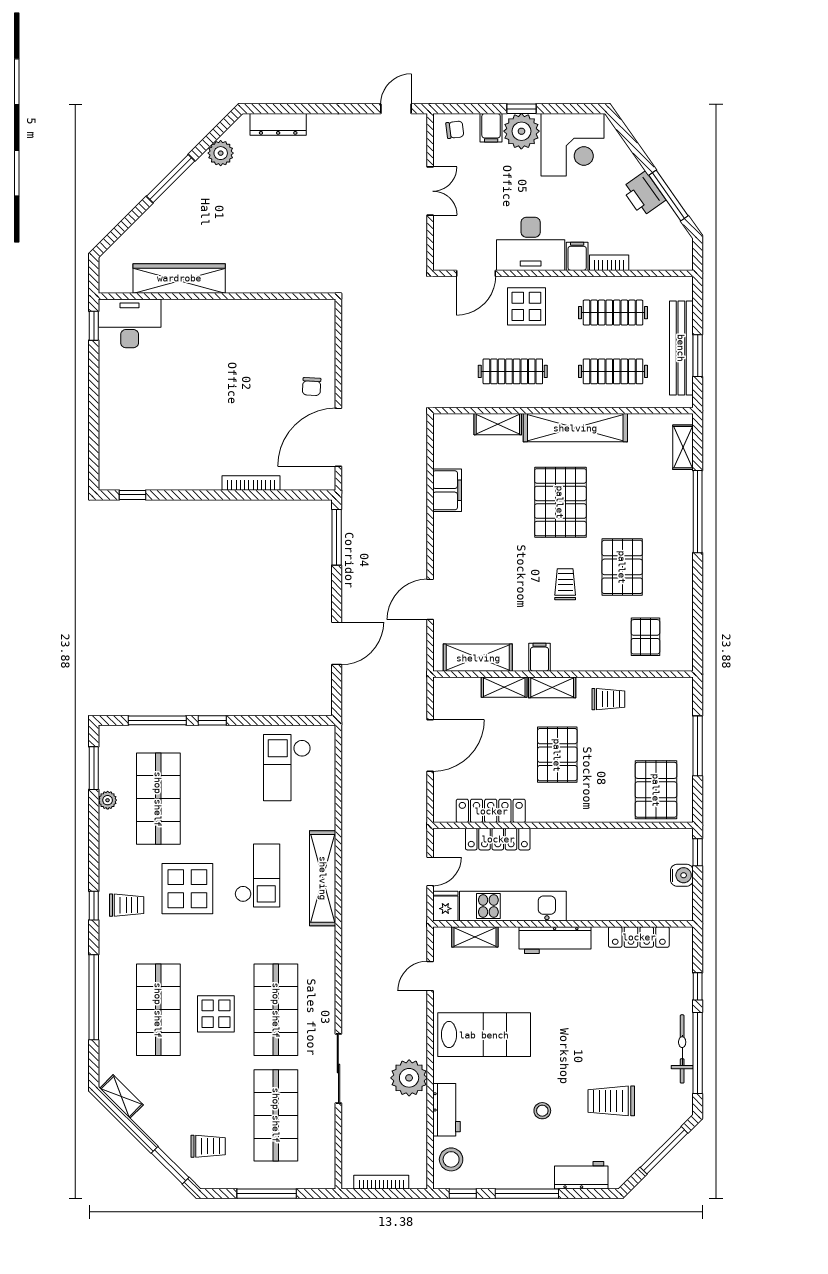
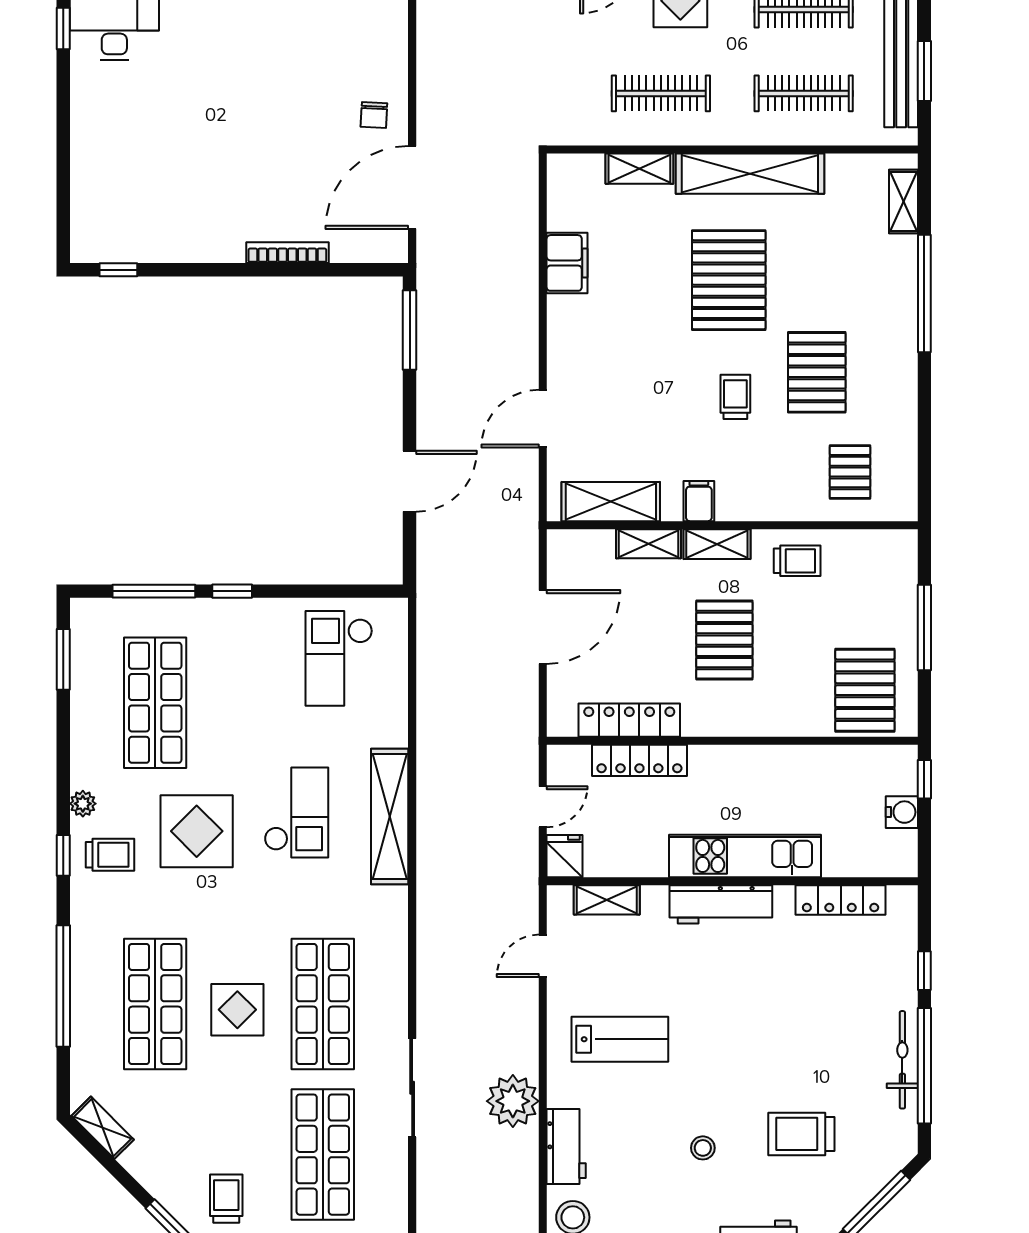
plant: (108, 800) -> (83, 804), moved
kitchen unit: (513, 906) -> (745, 856), moved
lab bench: (484, 1035) -> (620, 1039), width x0.73, depth x0.72
trolley: (208, 1146) -> (226, 1199), turned -90

